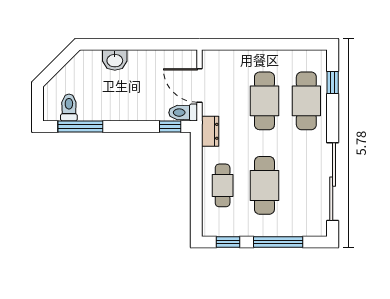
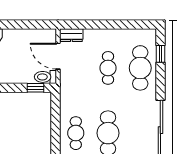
cafe table: (264, 101) -> (108, 68), width x0.73, depth x0.74
dresser: (210, 131) -> (71, 35), moved, turned 90

